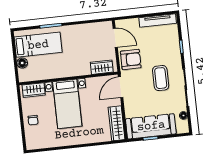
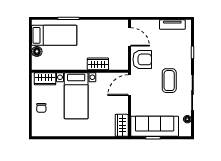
tv unit: (158, 20) -> (172, 25), width x0.71
wardrobe: (102, 67) -> (98, 64), moved
wardrobe: (116, 123) -> (122, 125), width x0.67

